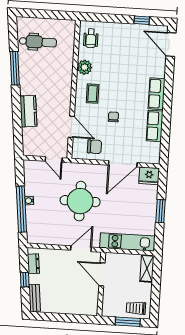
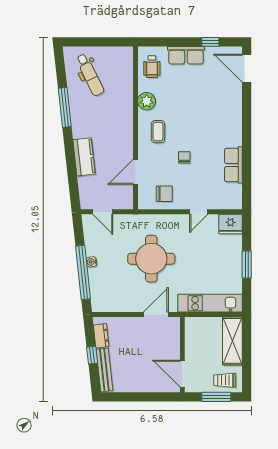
dental chair: (38, 42) -> (90, 75), turned 64
row of seats: (157, 94) -> (186, 55), moved, turned -90
door: (71, 127) -> (136, 172), swing flipped
door: (54, 159) -> (103, 212), moved
door: (123, 164) -> (199, 212), width x0.53
shelving: (147, 268) -> (232, 341), width x1.50, depth x1.33
door: (102, 274) -> (182, 374), moved
bench: (35, 298) -> (104, 370), width x1.36

